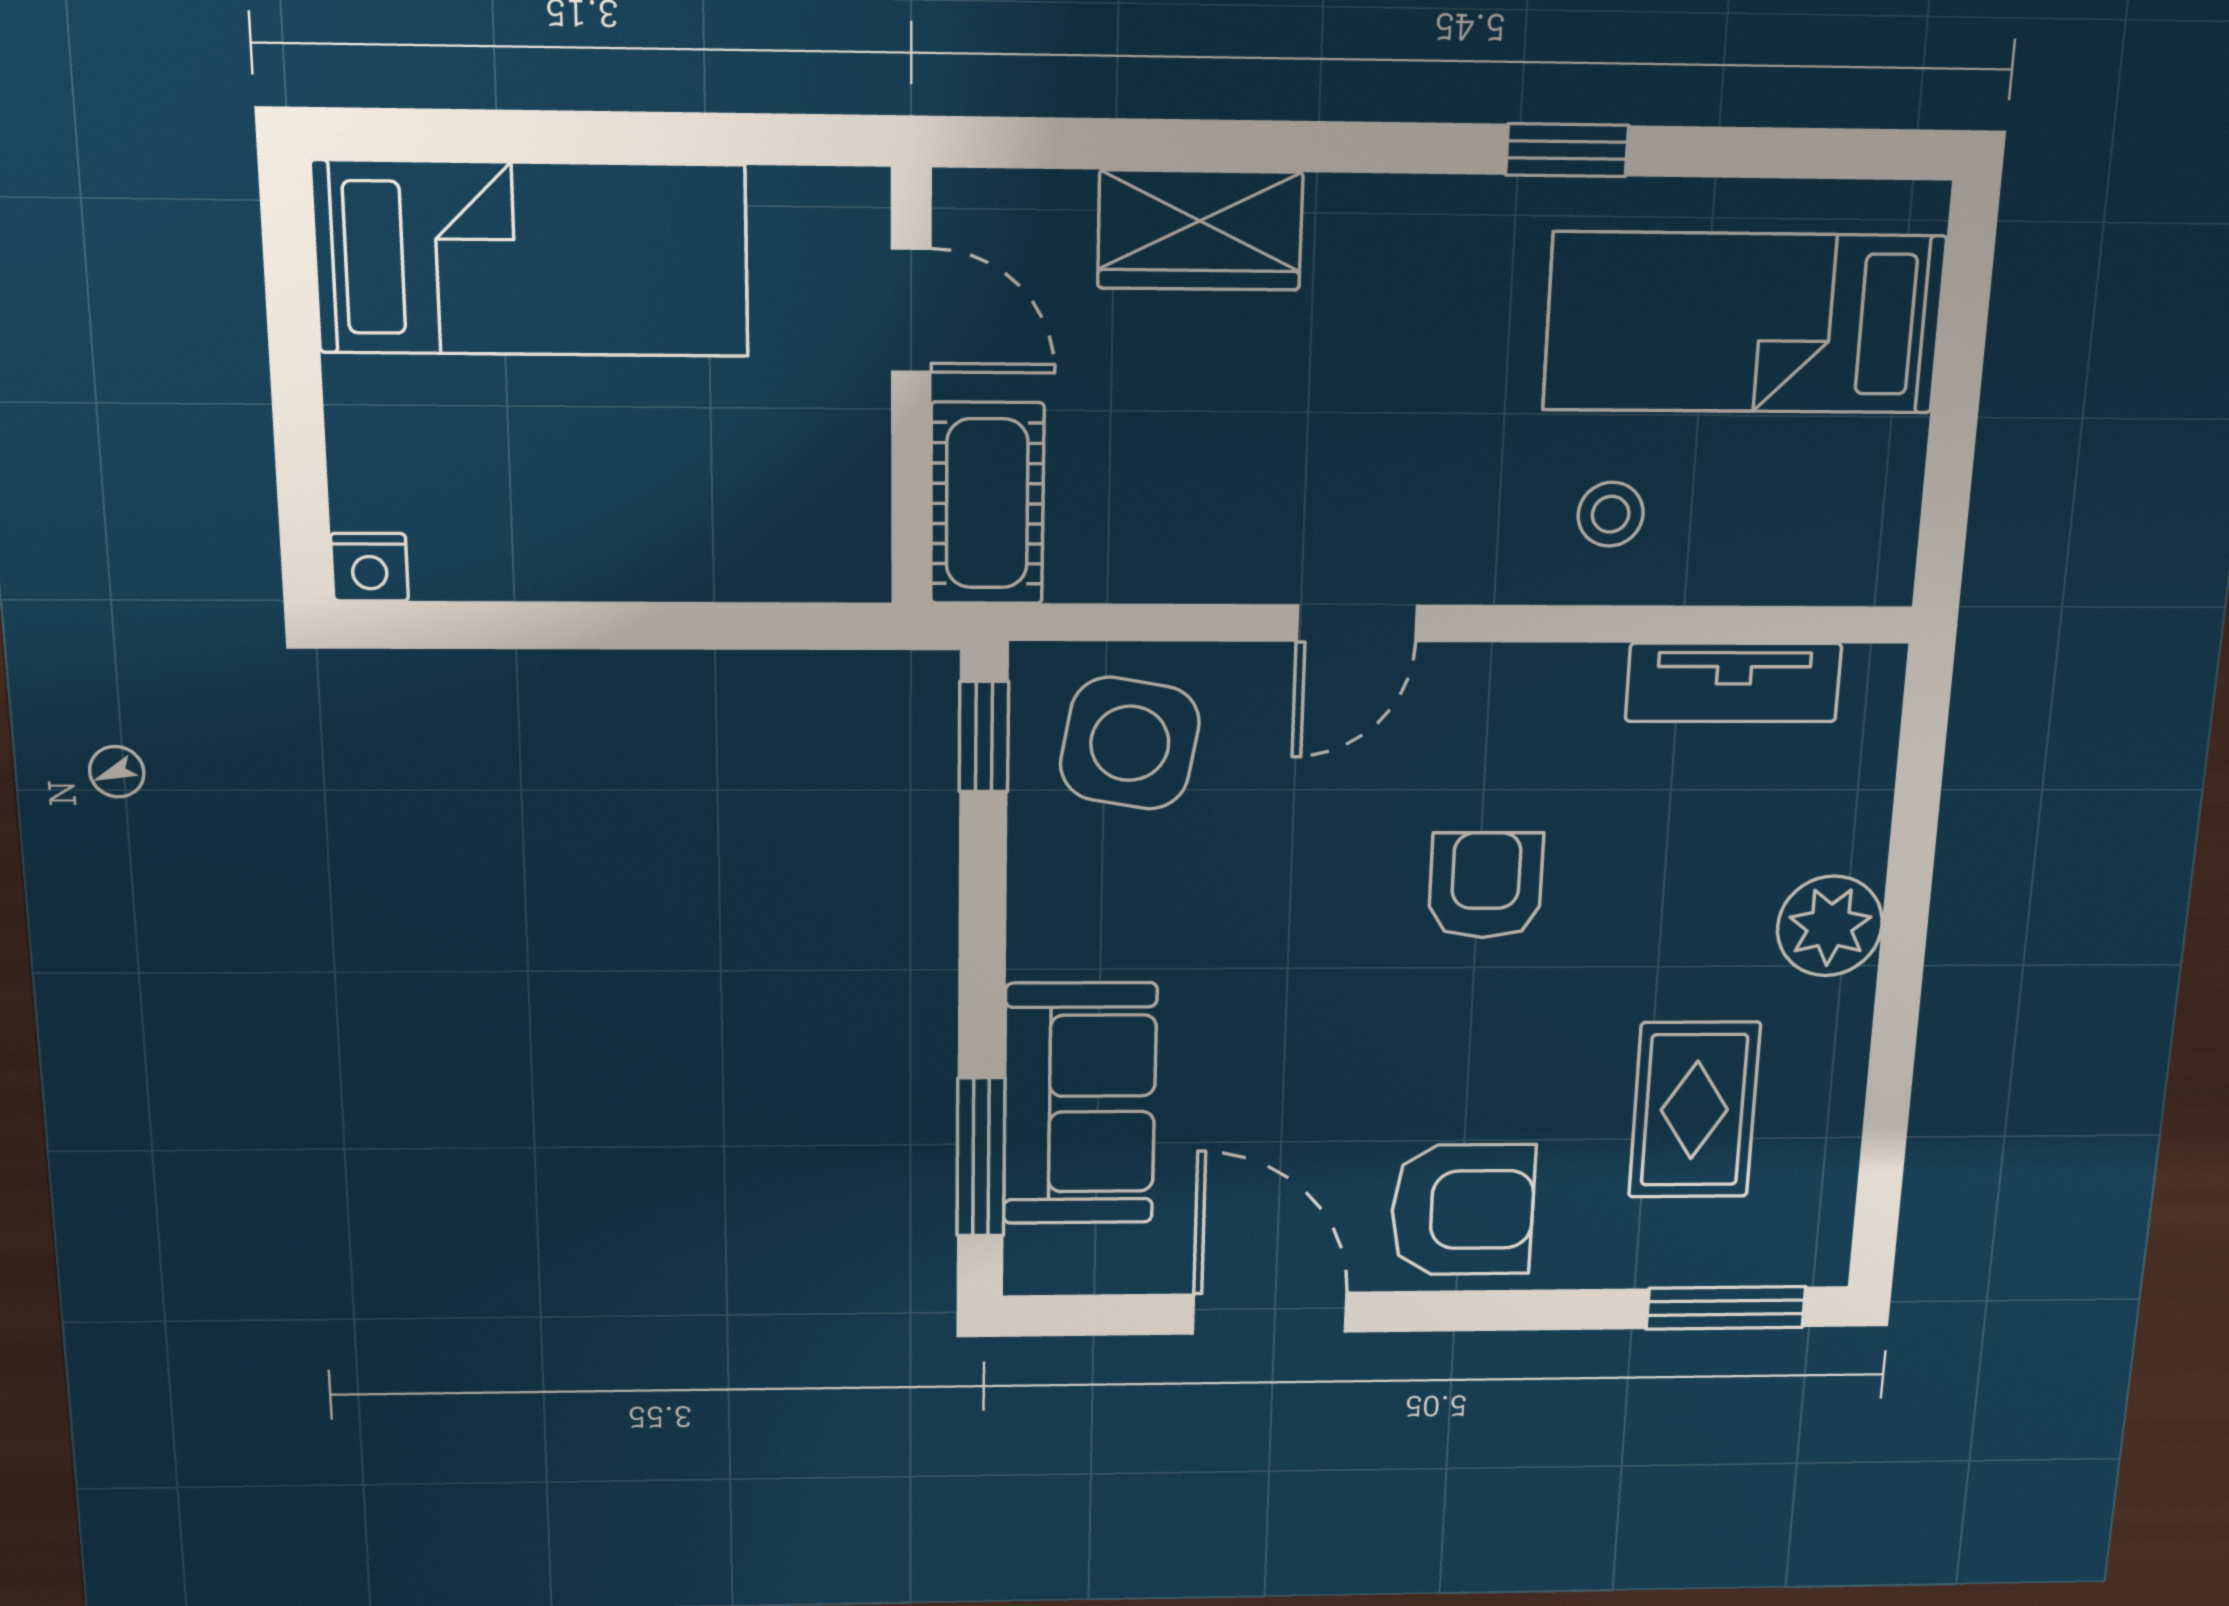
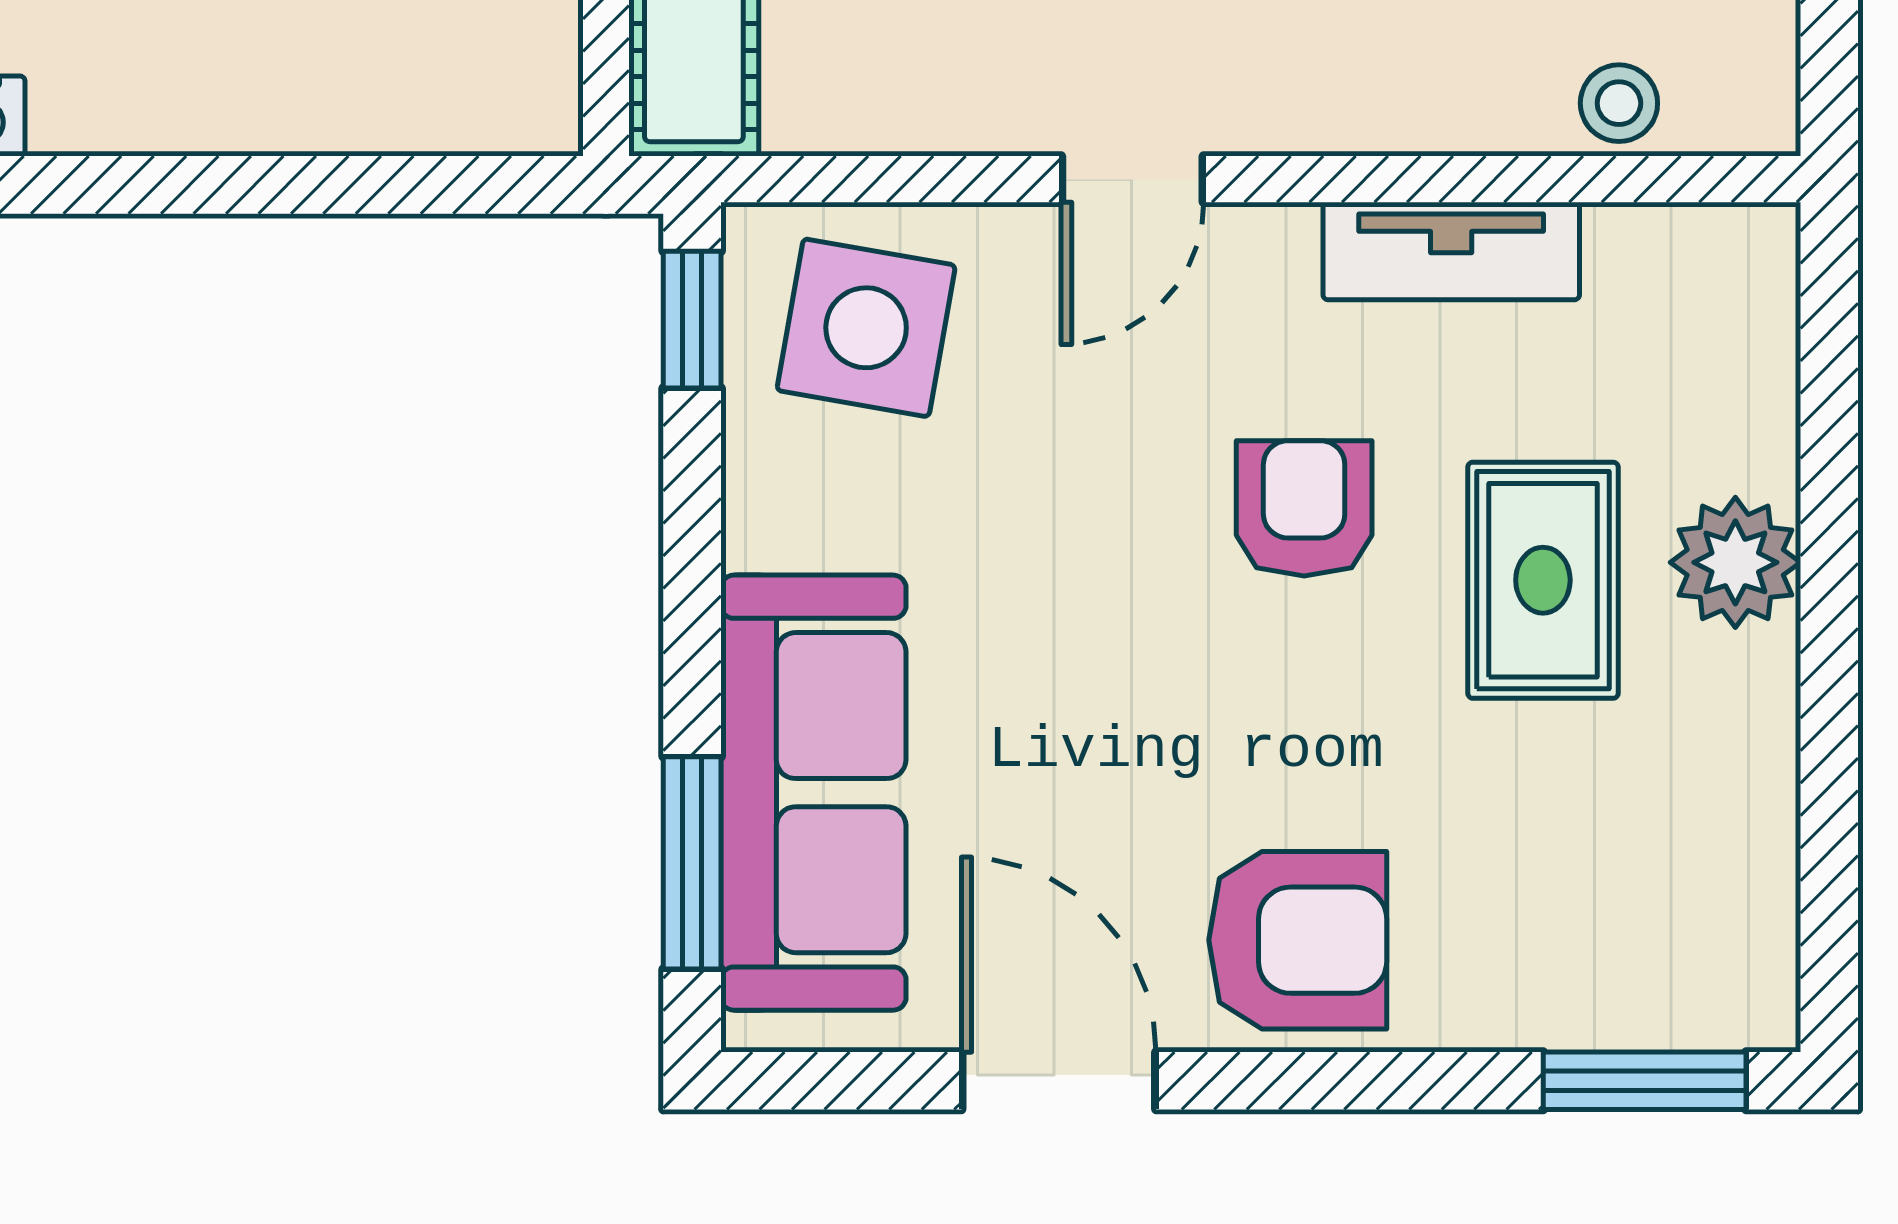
stool: (1611, 514) -> (1619, 103), moved
tv unit: (1733, 682) -> (1451, 251), moved
sofa: (1080, 1104) -> (813, 793), width x1.36
rug: (1694, 1110) -> (1543, 580), moved

